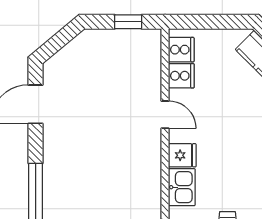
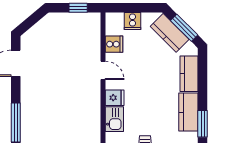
cooker: (181, 50) -> (133, 21), moved, turned 90

